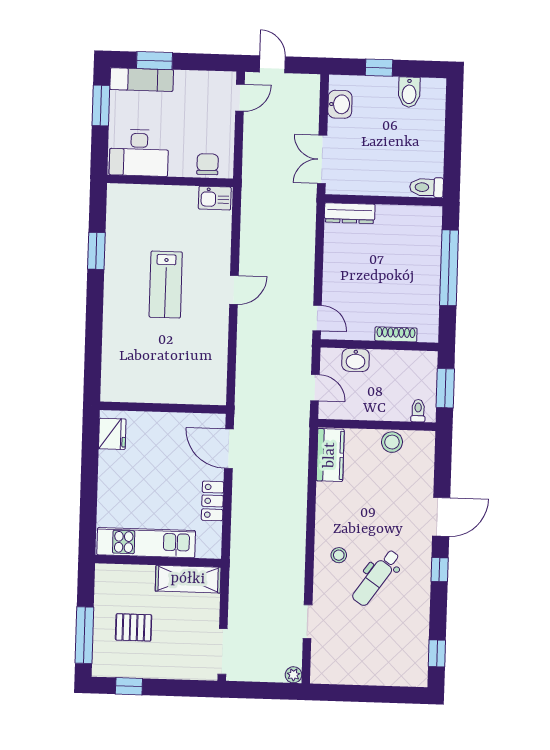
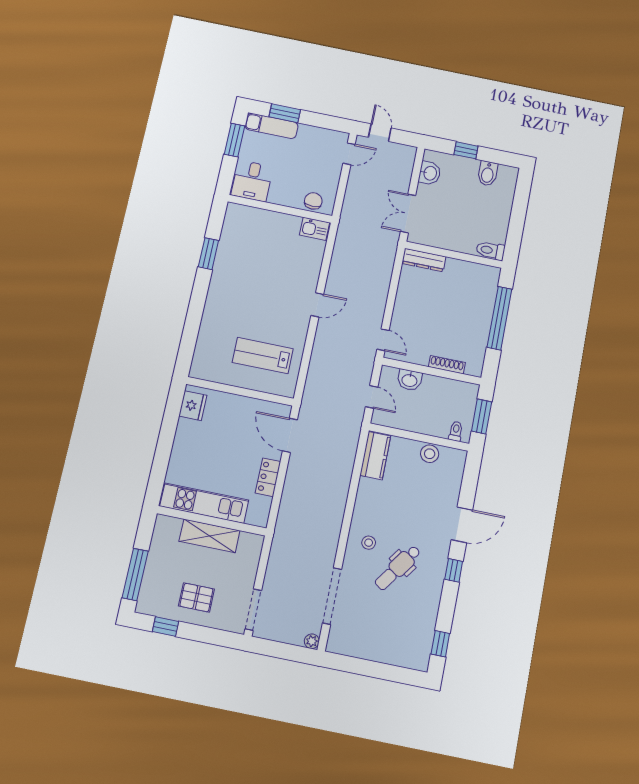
desk: (139, 153) -> (252, 181), width x0.73
lab bench: (166, 285) -> (263, 356), moved, turned 90
shelving: (188, 579) -> (209, 536), moved
doorway: (308, 622) -> (332, 596), width x1.88
pallet: (134, 627) -> (196, 598), moved

